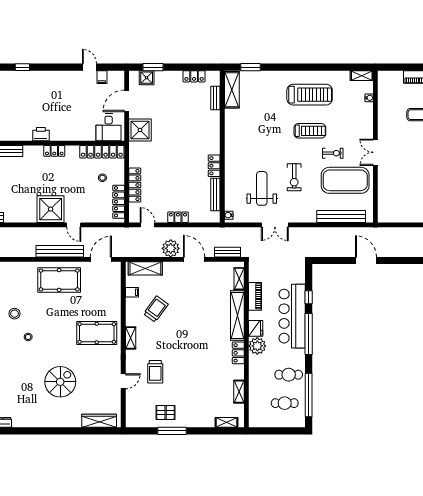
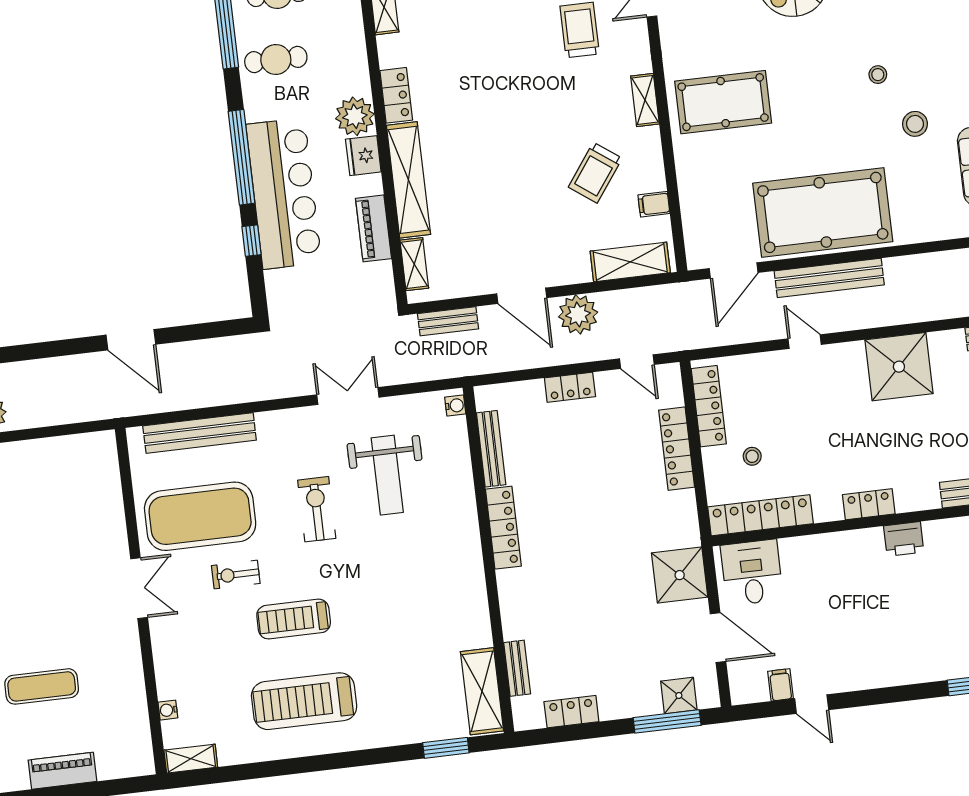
window: (153, 67) -> (667, 721), width x1.44
door: (127, 101) -> (718, 638), hinge flipped
locker: (214, 166) -> (503, 528), width x1.53
shower: (51, 209) -> (899, 367), moved
pool table: (59, 280) -> (823, 212), width x1.36, depth x1.32

